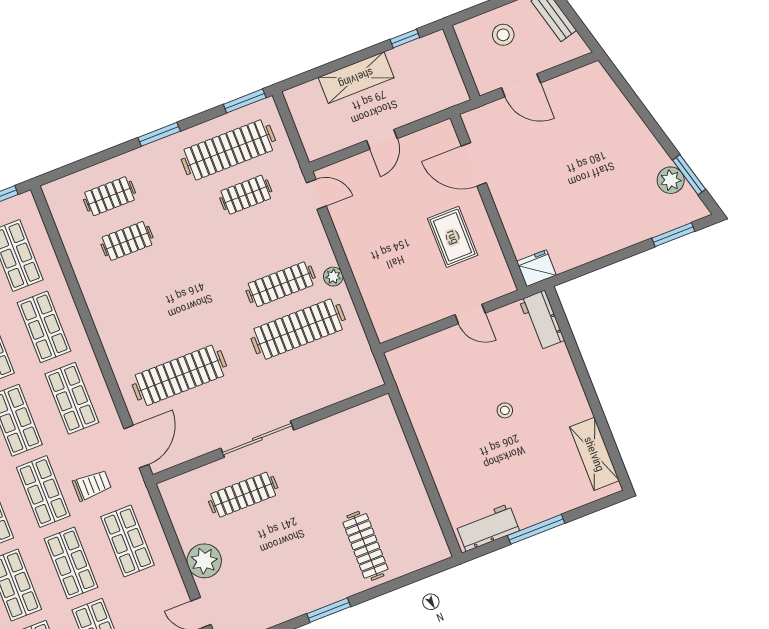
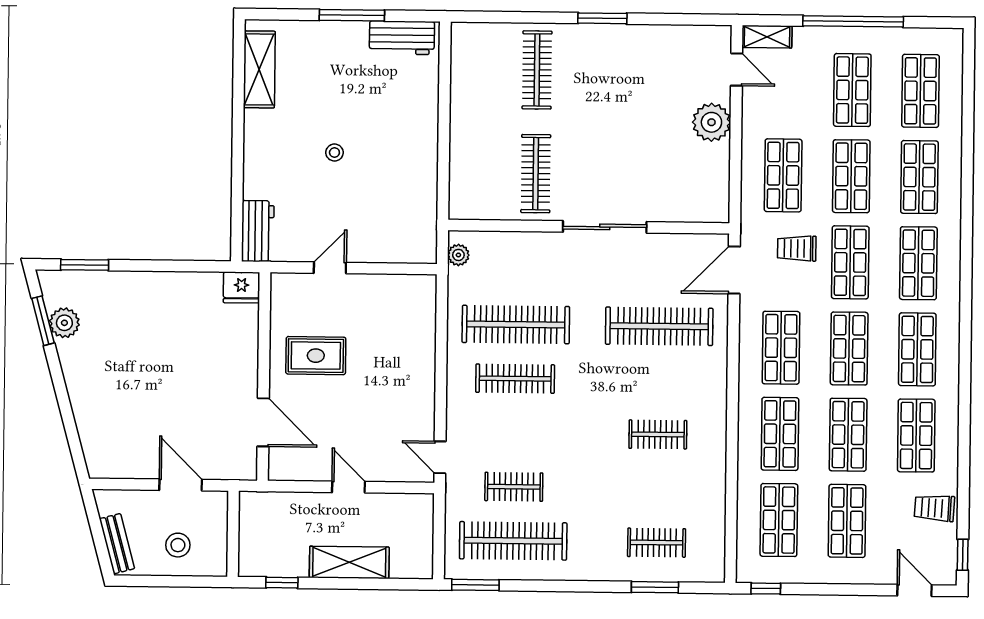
window: (159, 134) -> (655, 587), moved
door: (382, 139) -> (349, 487), hinge flipped
rug: (453, 237) -> (316, 356), turned 90
clothes rail: (127, 241) -> (658, 434), moved
plant: (333, 277) -> (458, 255), moved
door: (470, 314) -> (330, 268), hinge flipped
clothes rail: (243, 495) -> (536, 174), moved, turned 90

